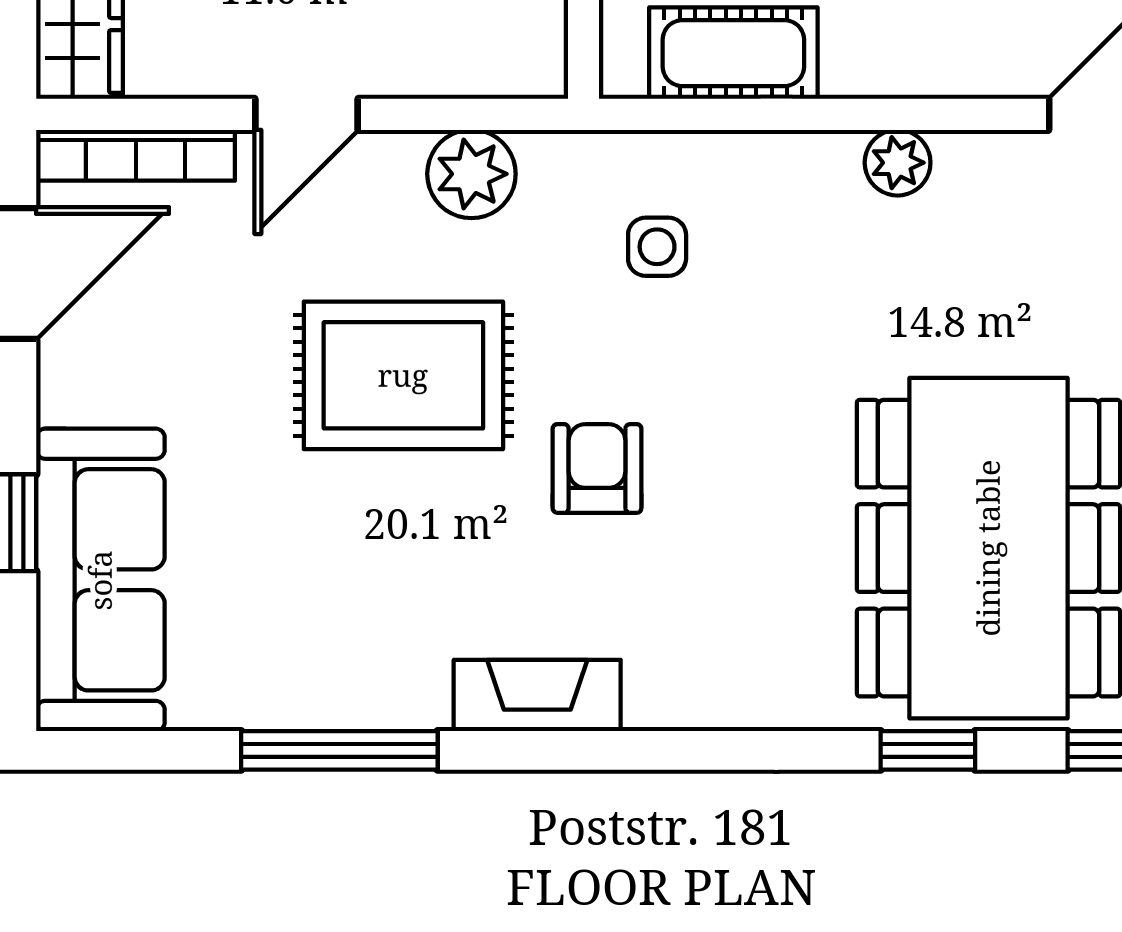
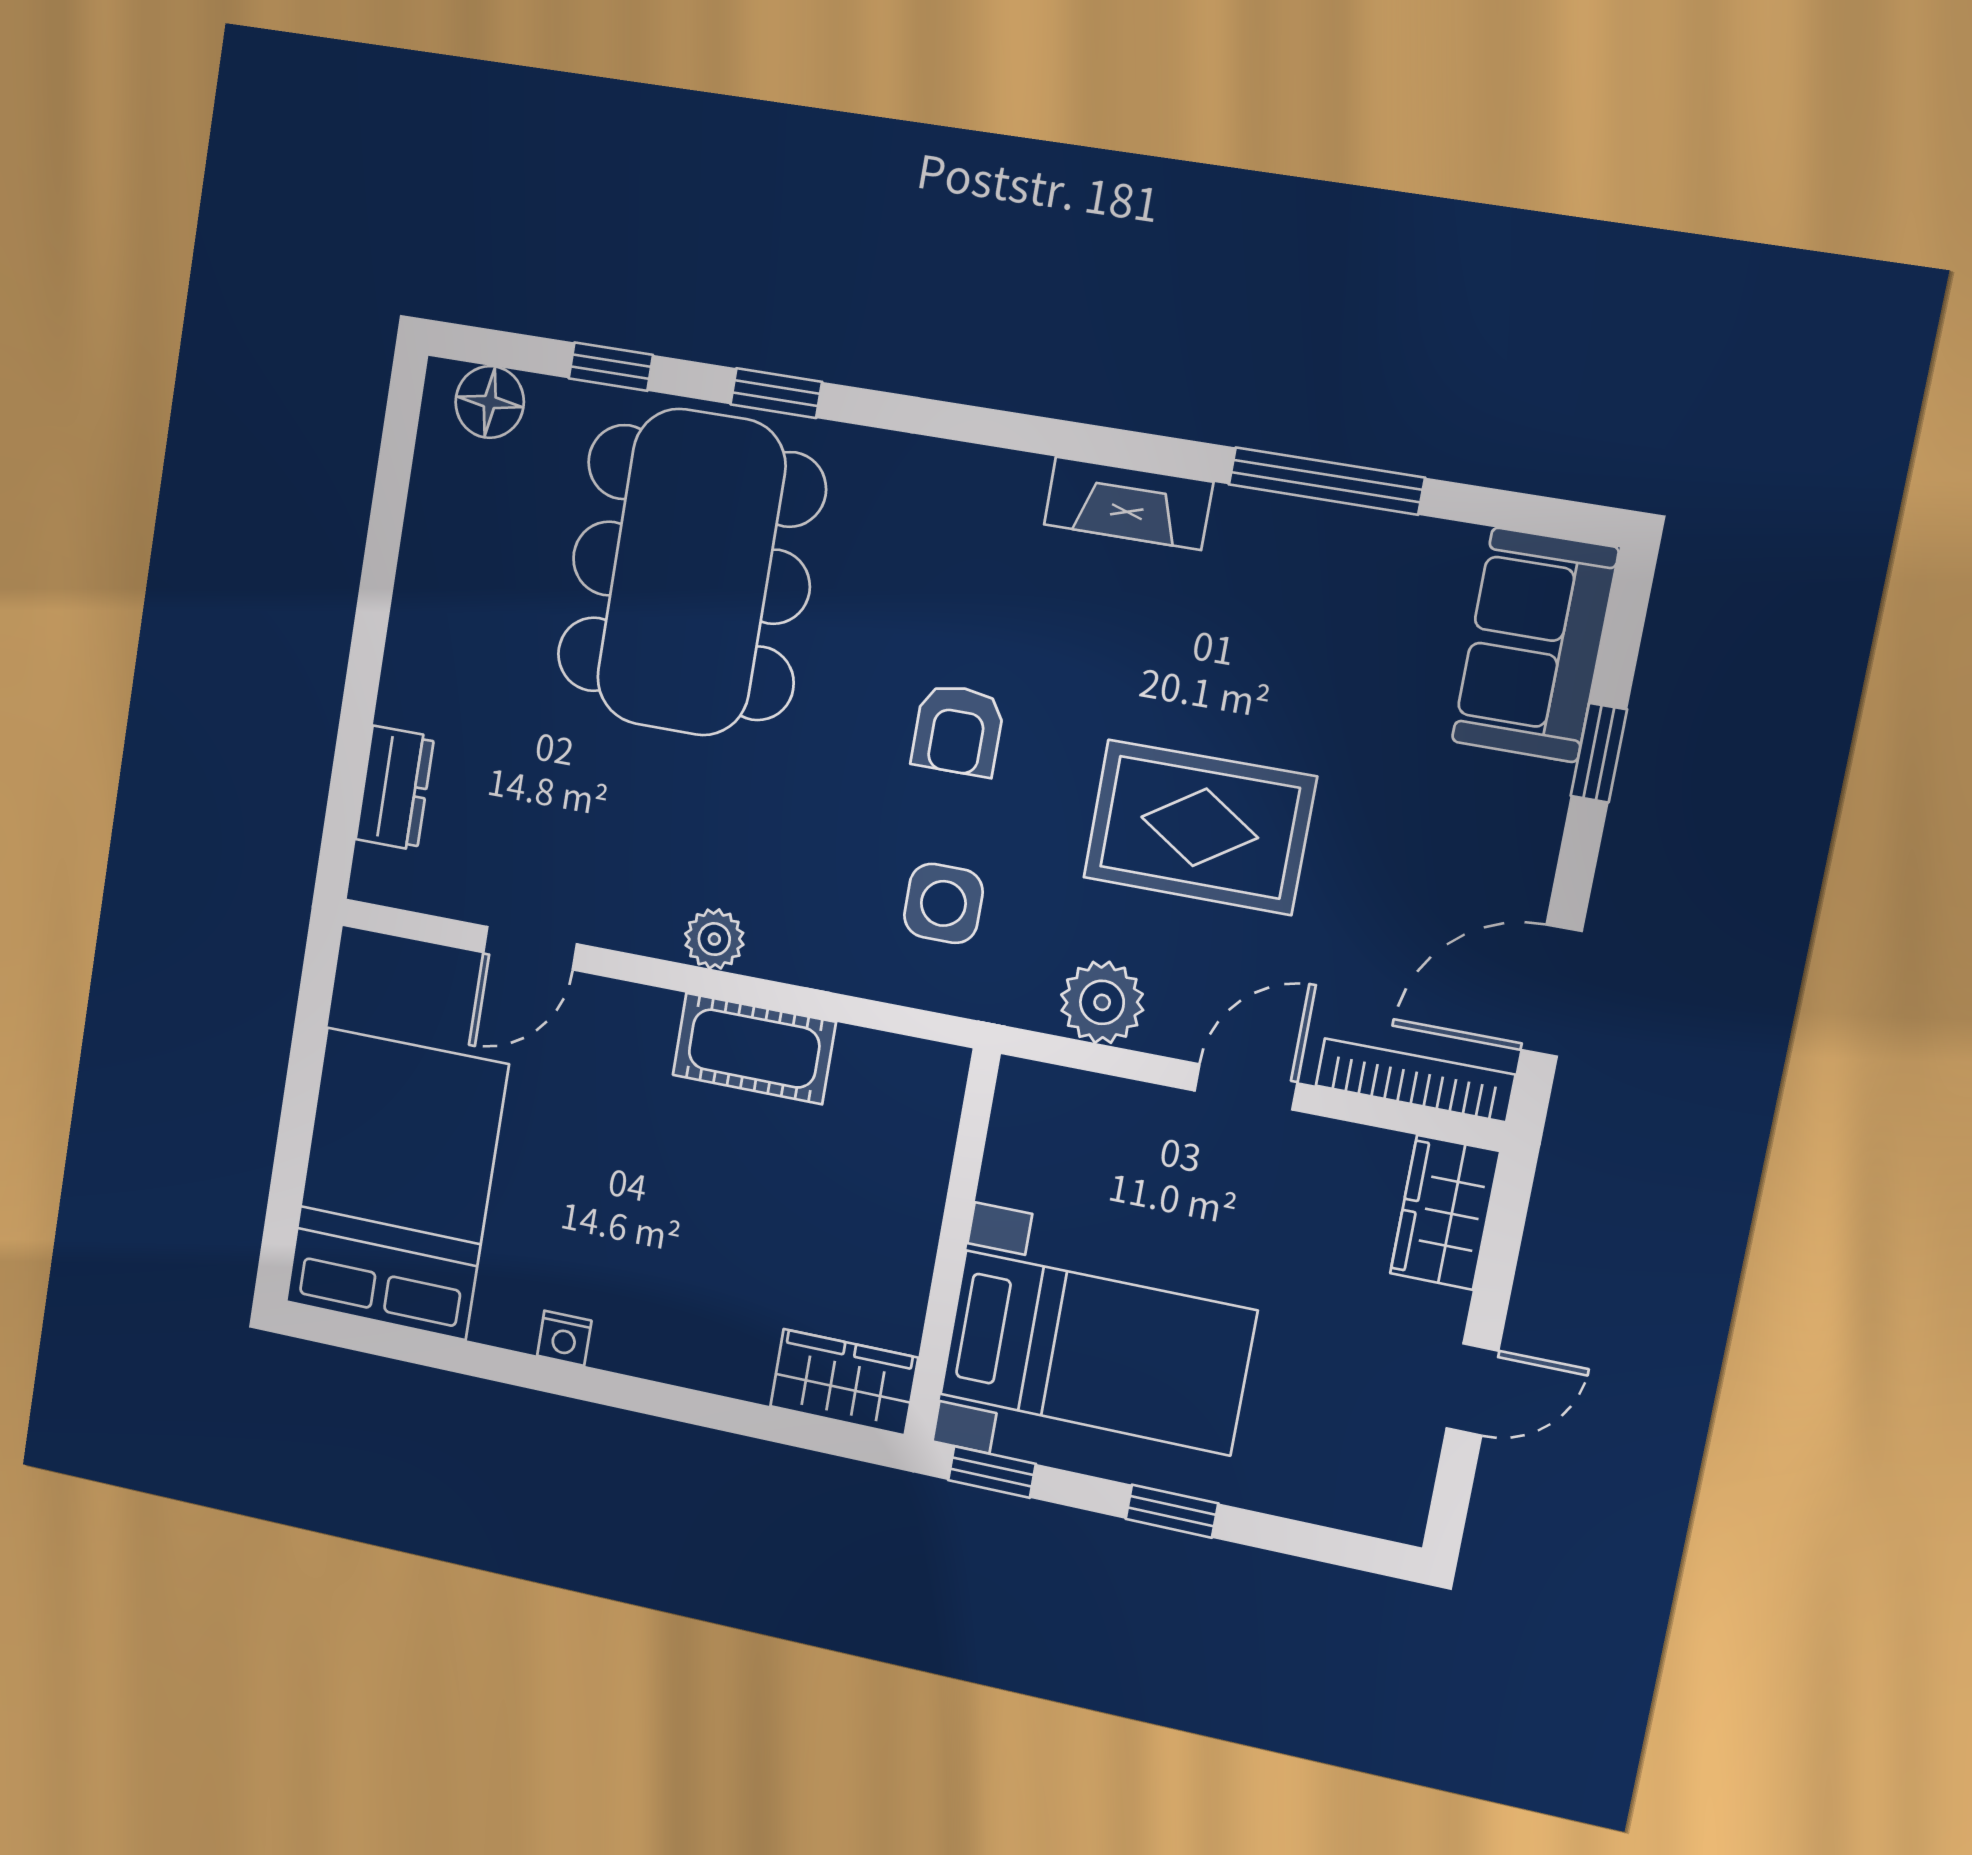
cot: (733, 53) -> (754, 1049), moved
side table: (657, 247) -> (943, 903), width x1.37, depth x1.37
armchair: (597, 468) -> (958, 730), moved
sofa: (100, 580) -> (1535, 645), width x0.73

